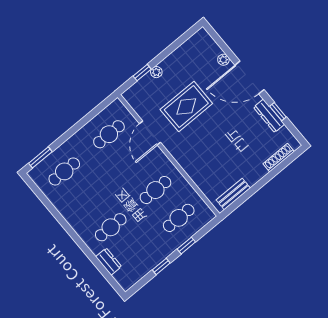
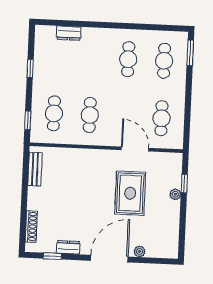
window: (278, 112) -> (52, 256), moved
dresser: (269, 116) -> (68, 247), width x0.70
cafe table: (111, 227) -> (128, 59), moved
window: (186, 246) -> (28, 120), moved

